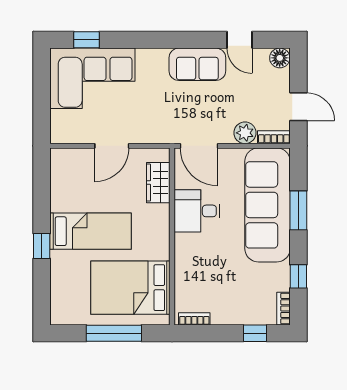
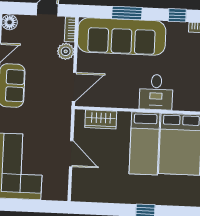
desk: (197, 211) -> (156, 92), moved
bed: (90, 231) -> (145, 143), moved, turned 180

